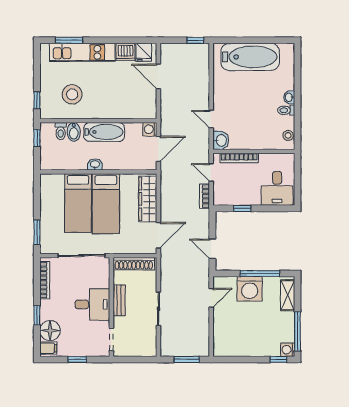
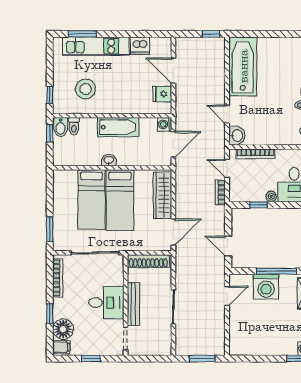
fridge: (144, 52) -> (162, 94), moved, turned 90
bathtub: (250, 57) -> (243, 66), moved, turned -90
bidet: (74, 132) -> (61, 127), moved
plant: (255, 200) -> (271, 196), added
bench: (119, 300) -> (133, 304), width x1.36

